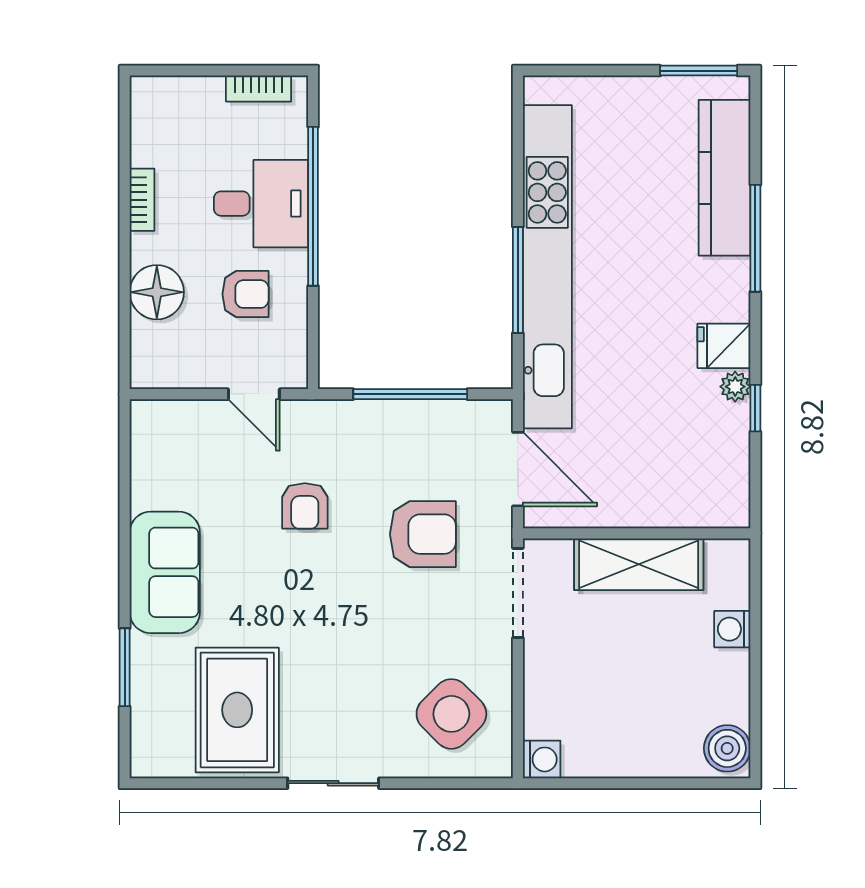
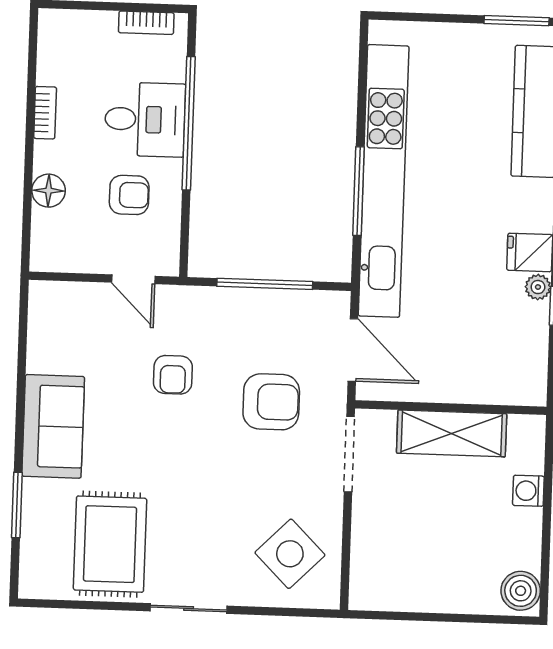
floor lamp: (157, 292) -> (49, 191), width x0.73, depth x0.73
washing machine: (542, 759) -> (364, 595), removed

